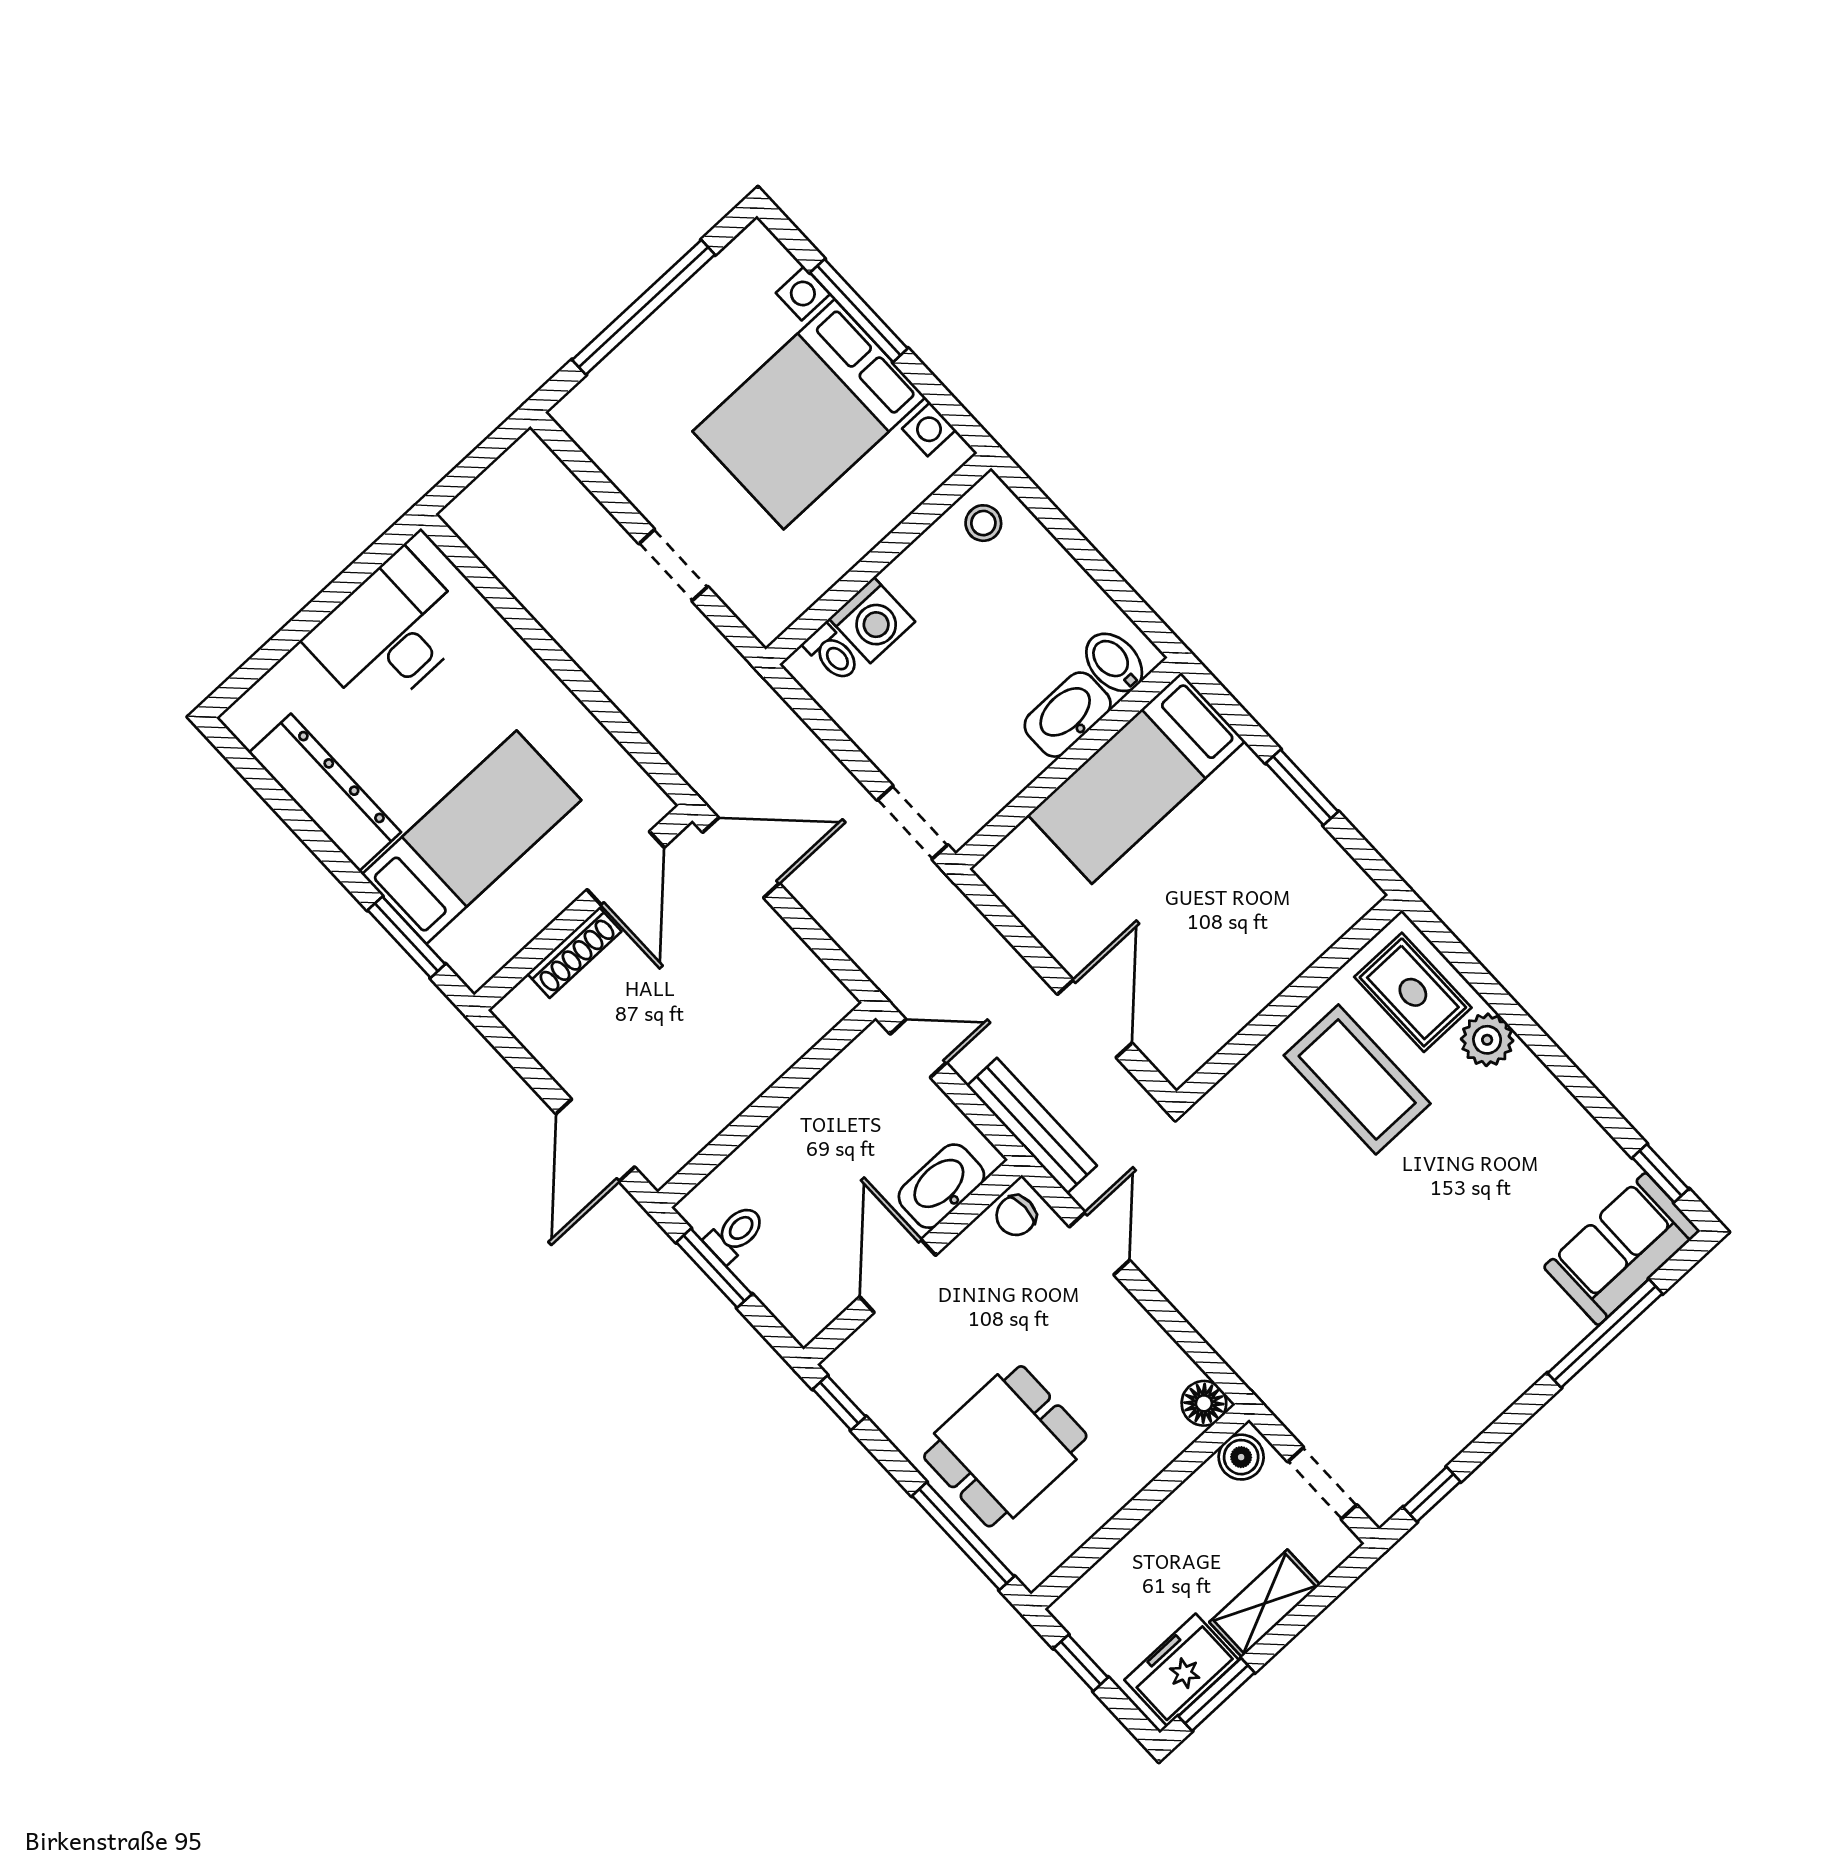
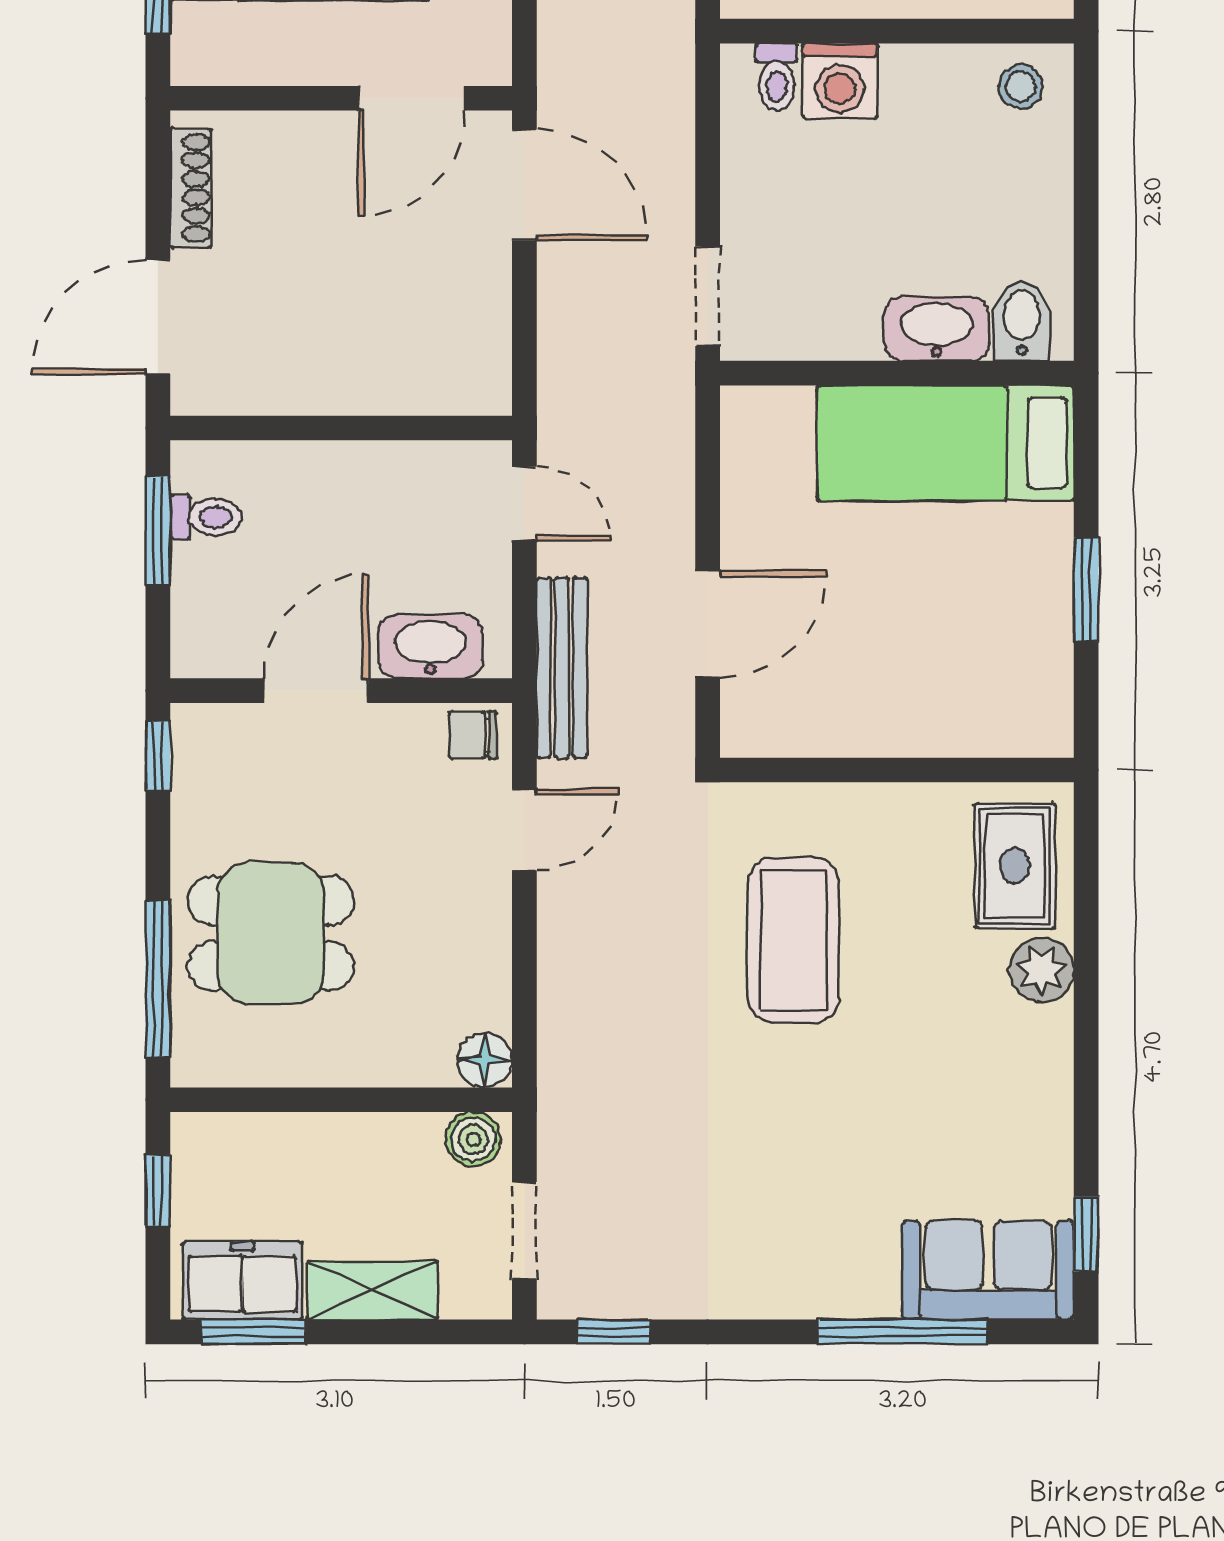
shoe rack: (574, 952) -> (191, 188), moved, turned -90
coffee table: (1357, 1079) -> (793, 940), moved

